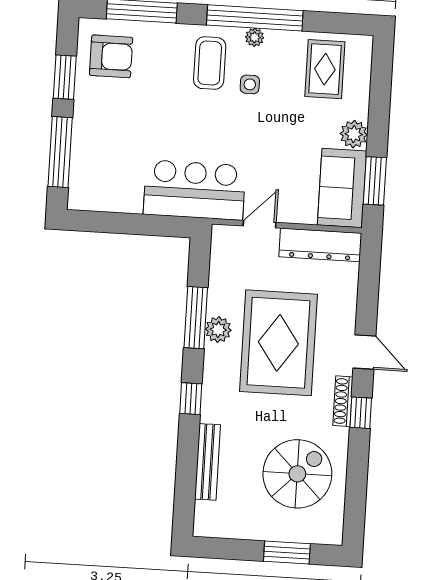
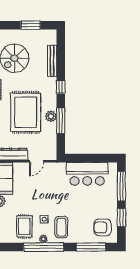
rug: (325, 69) -> (24, 226), moved
bar counter: (194, 190) -> (87, 174), moved
window: (287, 552) -> (31, 25), moved

